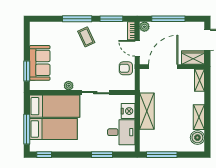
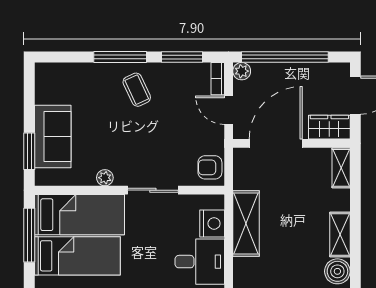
window: (168, 19) -> (285, 57), width x1.46
armchair: (126, 68) -> (210, 167), moved
window: (27, 129) -> (29, 235), moved

